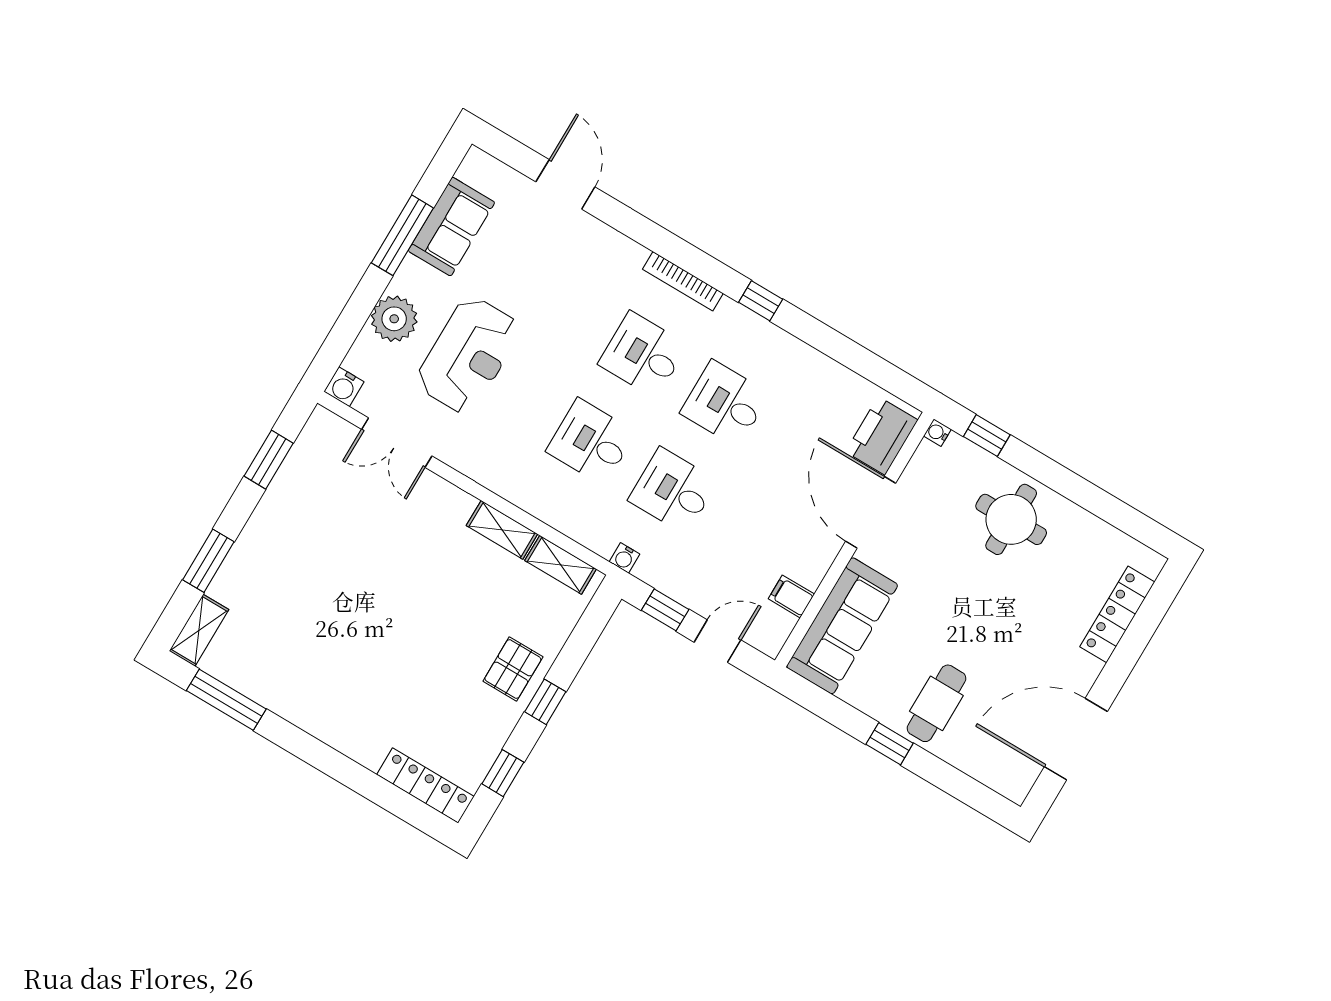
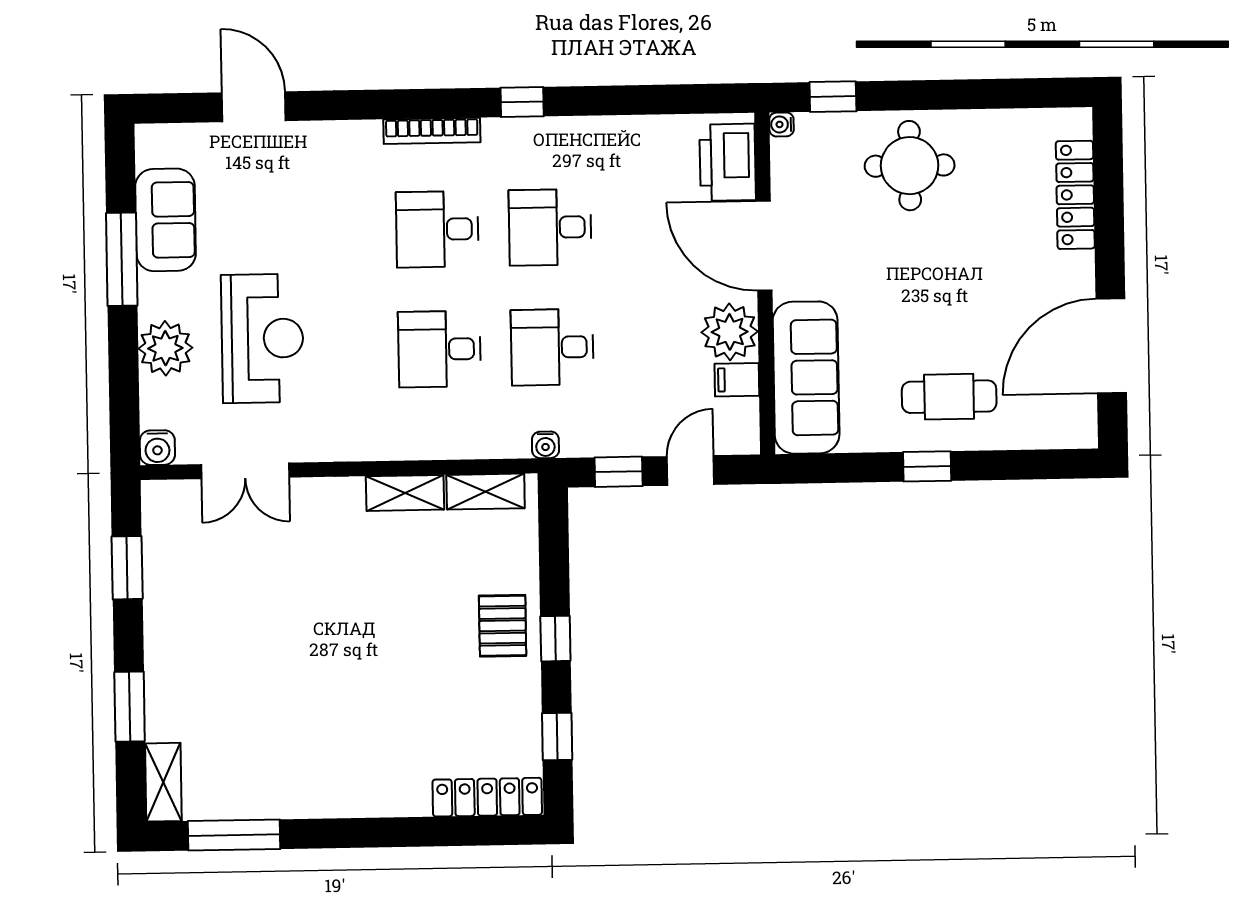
plant: (808, 559) -> (730, 332), added
cafe table: (936, 703) -> (949, 397), turned 90

